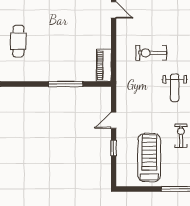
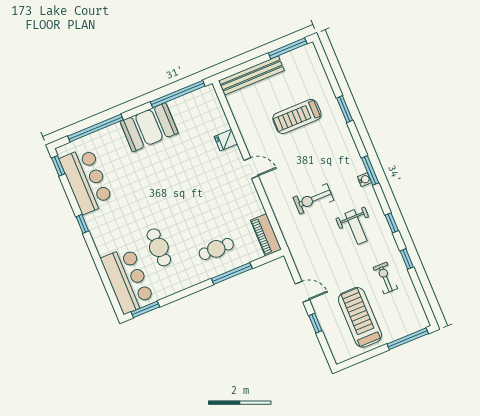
cafe table: (62, 60) -> (216, 249), added
door: (114, 120) -> (302, 292), swing flipped

